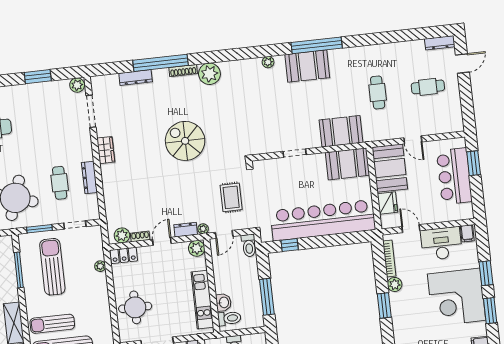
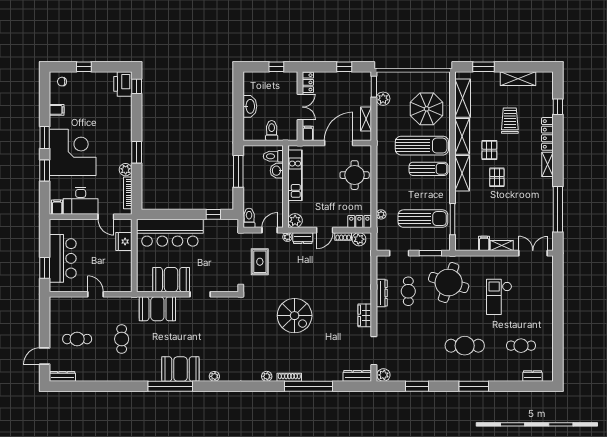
plant: (209, 74) -> (267, 376), width x0.53, depth x0.53
dresser: (136, 78) -> (357, 376), moved
booth: (347, 164) -> (171, 280), moved
booth: (390, 168) -> (118, 272), removed
bar counter: (323, 220) -> (170, 233), width x0.73
sun lounger: (52, 267) -> (423, 219), turned -90

